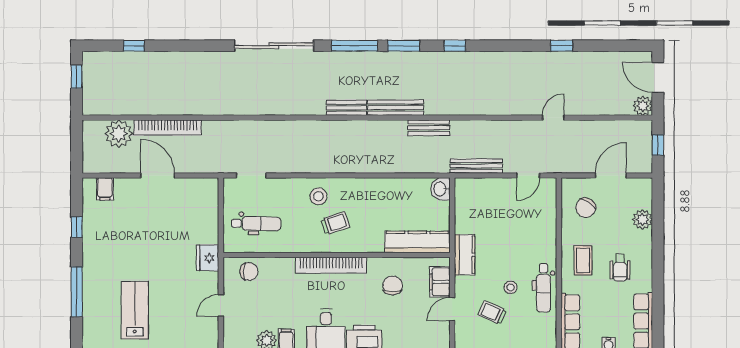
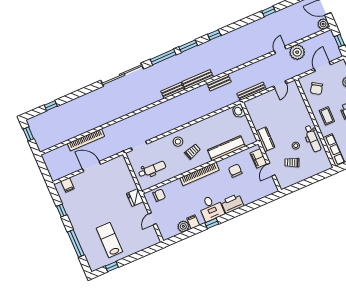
plant: (119, 134) -> (297, 52), moved
kitchen counter: (417, 242) -> (226, 148), moved

